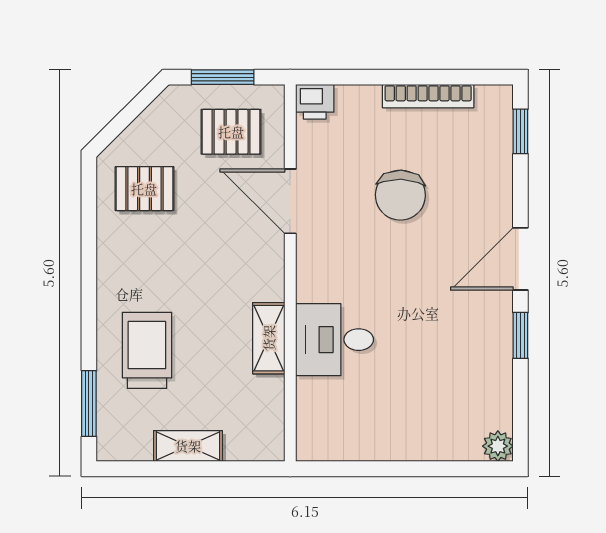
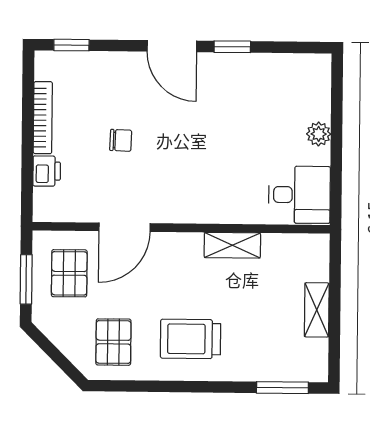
printer: (315, 102) -> (47, 171), moved
chair: (400, 195) -> (121, 140), width x0.54, depth x0.54
desk: (335, 340) -> (299, 195), moved, turned -90
trolley: (147, 350) -> (191, 339), moved
plant: (498, 446) -> (319, 134), moved

